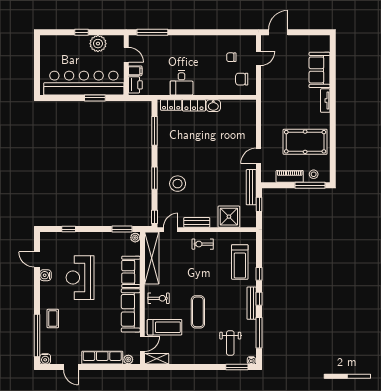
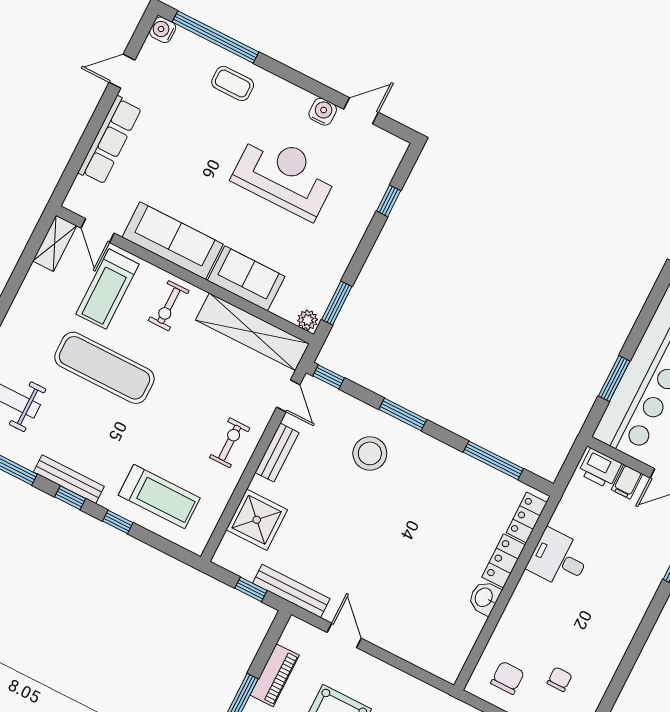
treadmill: (240, 262) -> (159, 497), turned 180
exercise mat: (198, 312) -> (104, 368), width x1.36, depth x1.45
plant: (128, 359) -> (81, 188), removed

